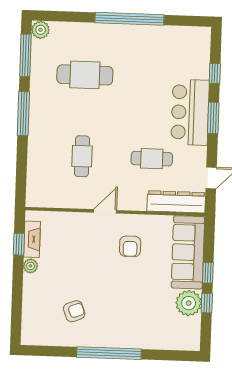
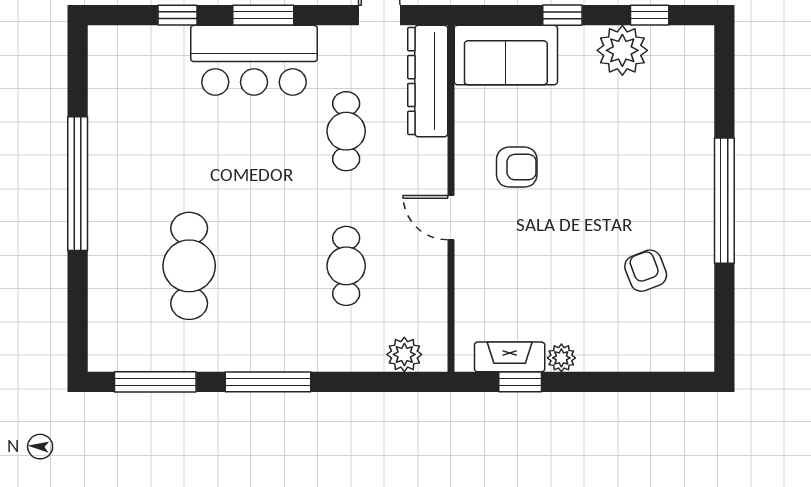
plant: (41, 30) -> (404, 354), moved
cafe table: (82, 156) -> (346, 266), turned 90
sofa: (188, 252) -> (506, 55), width x0.73
window: (207, 303) -> (650, 15), moved

